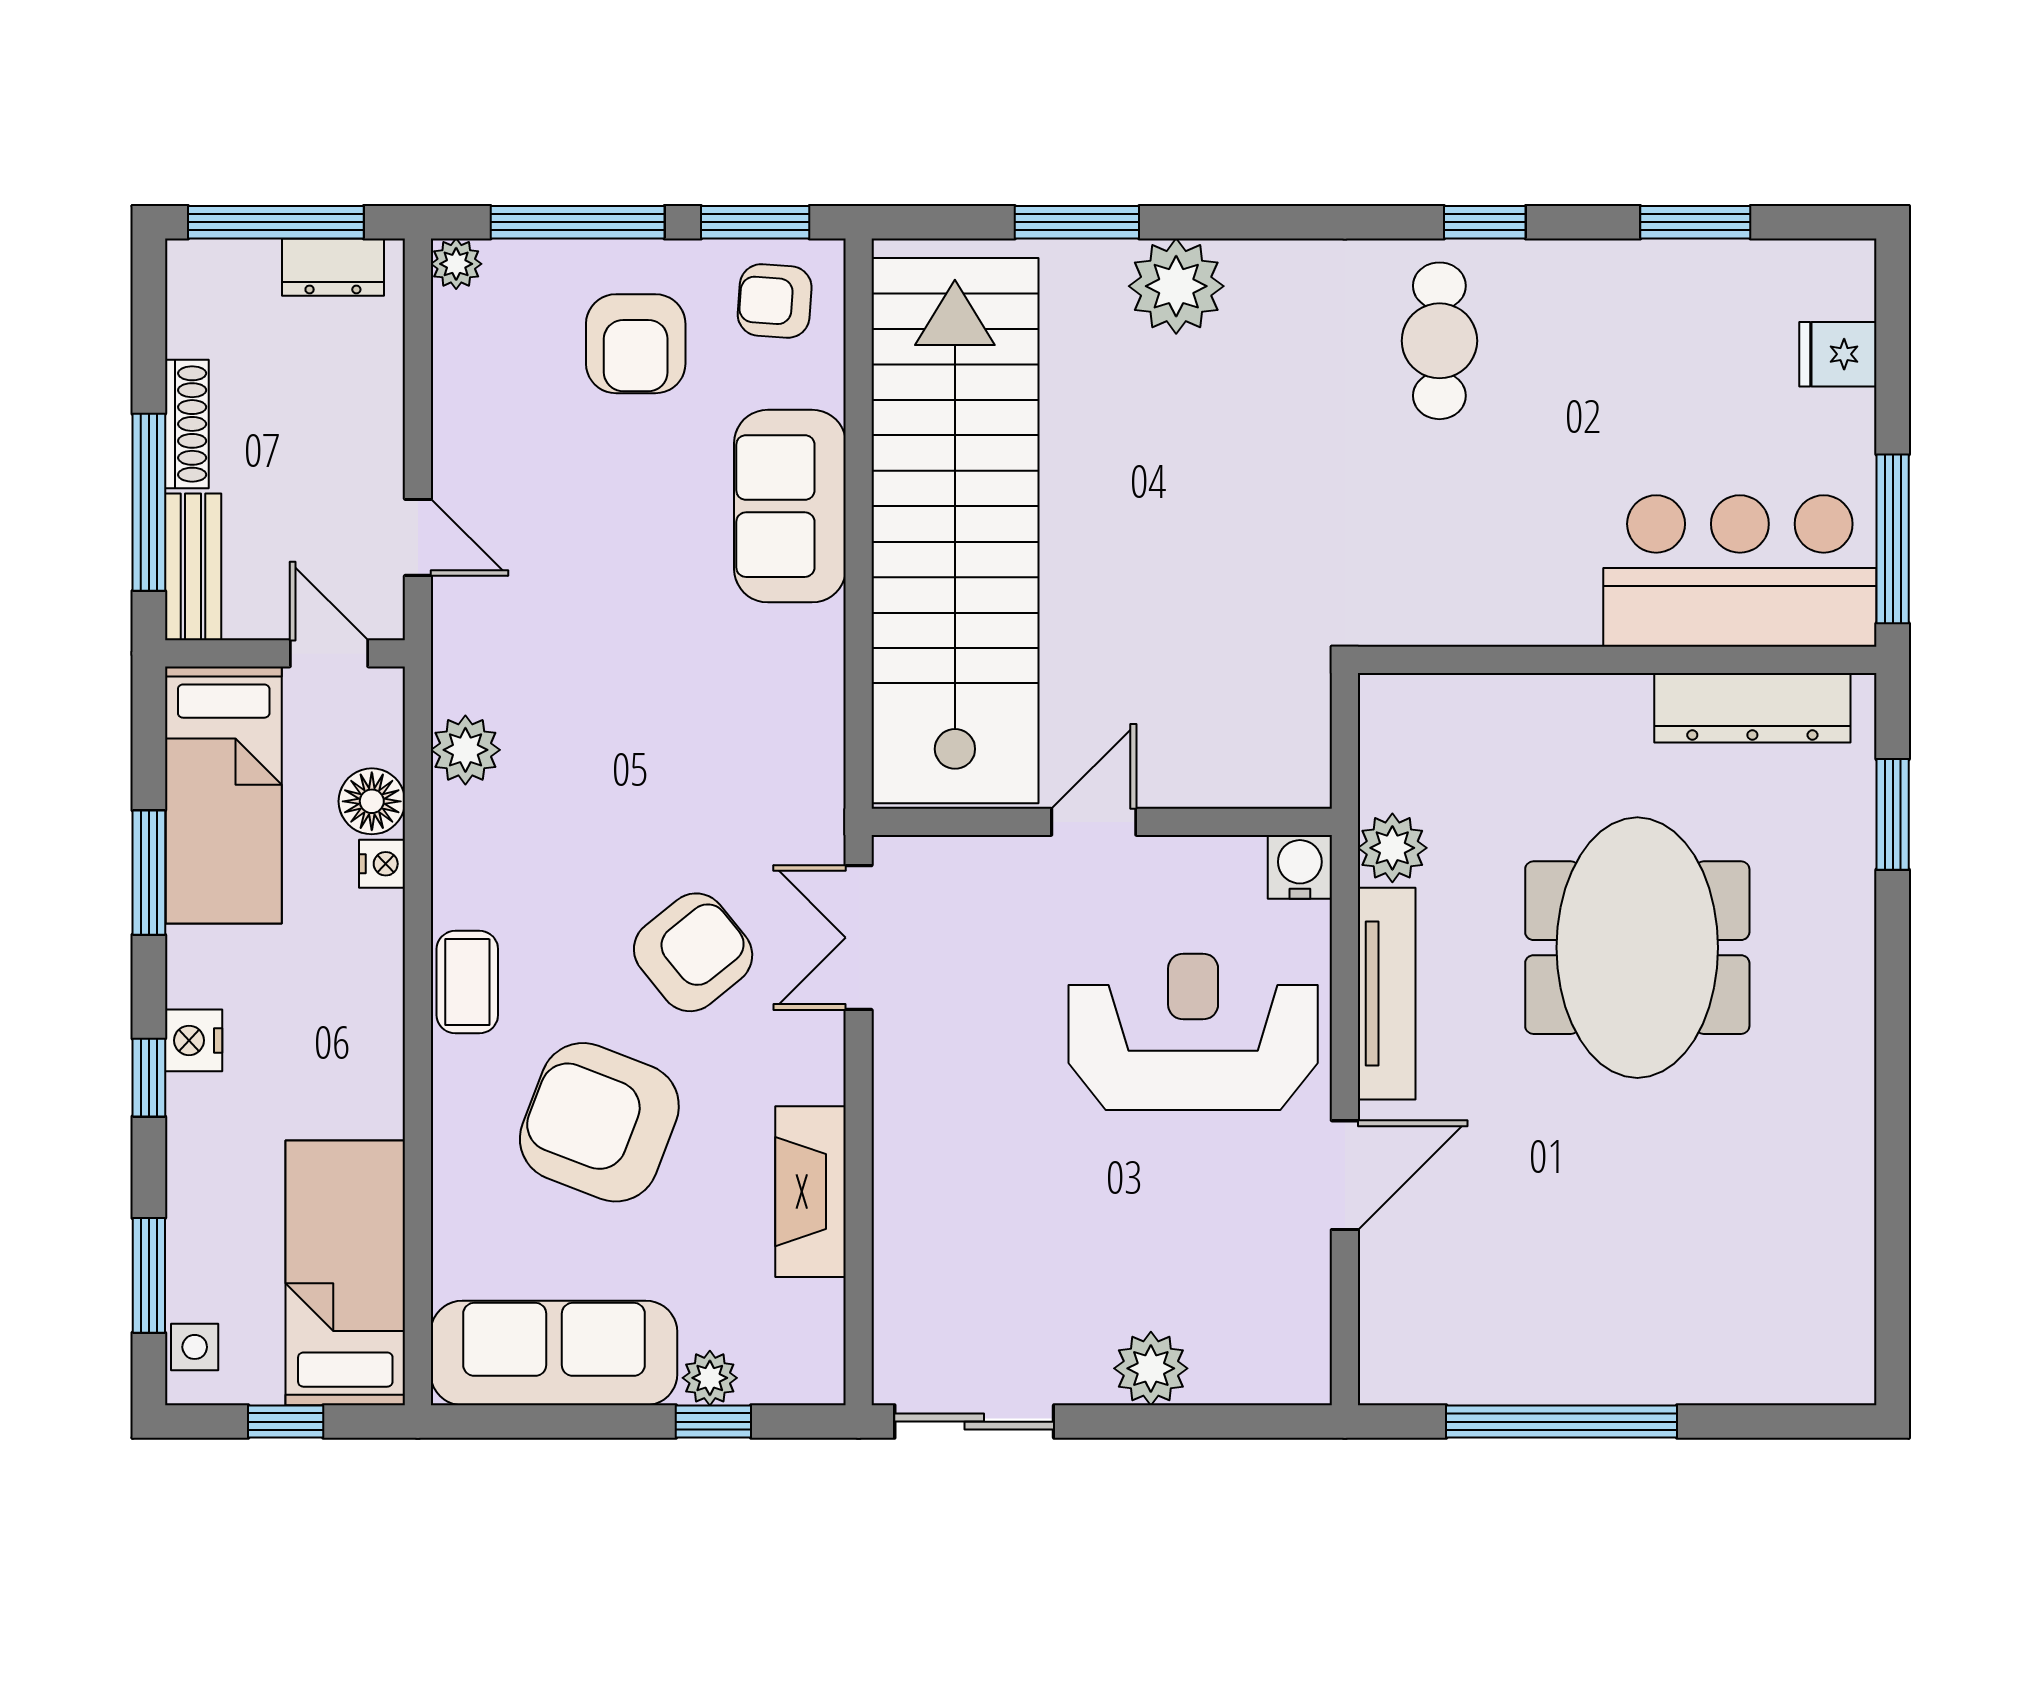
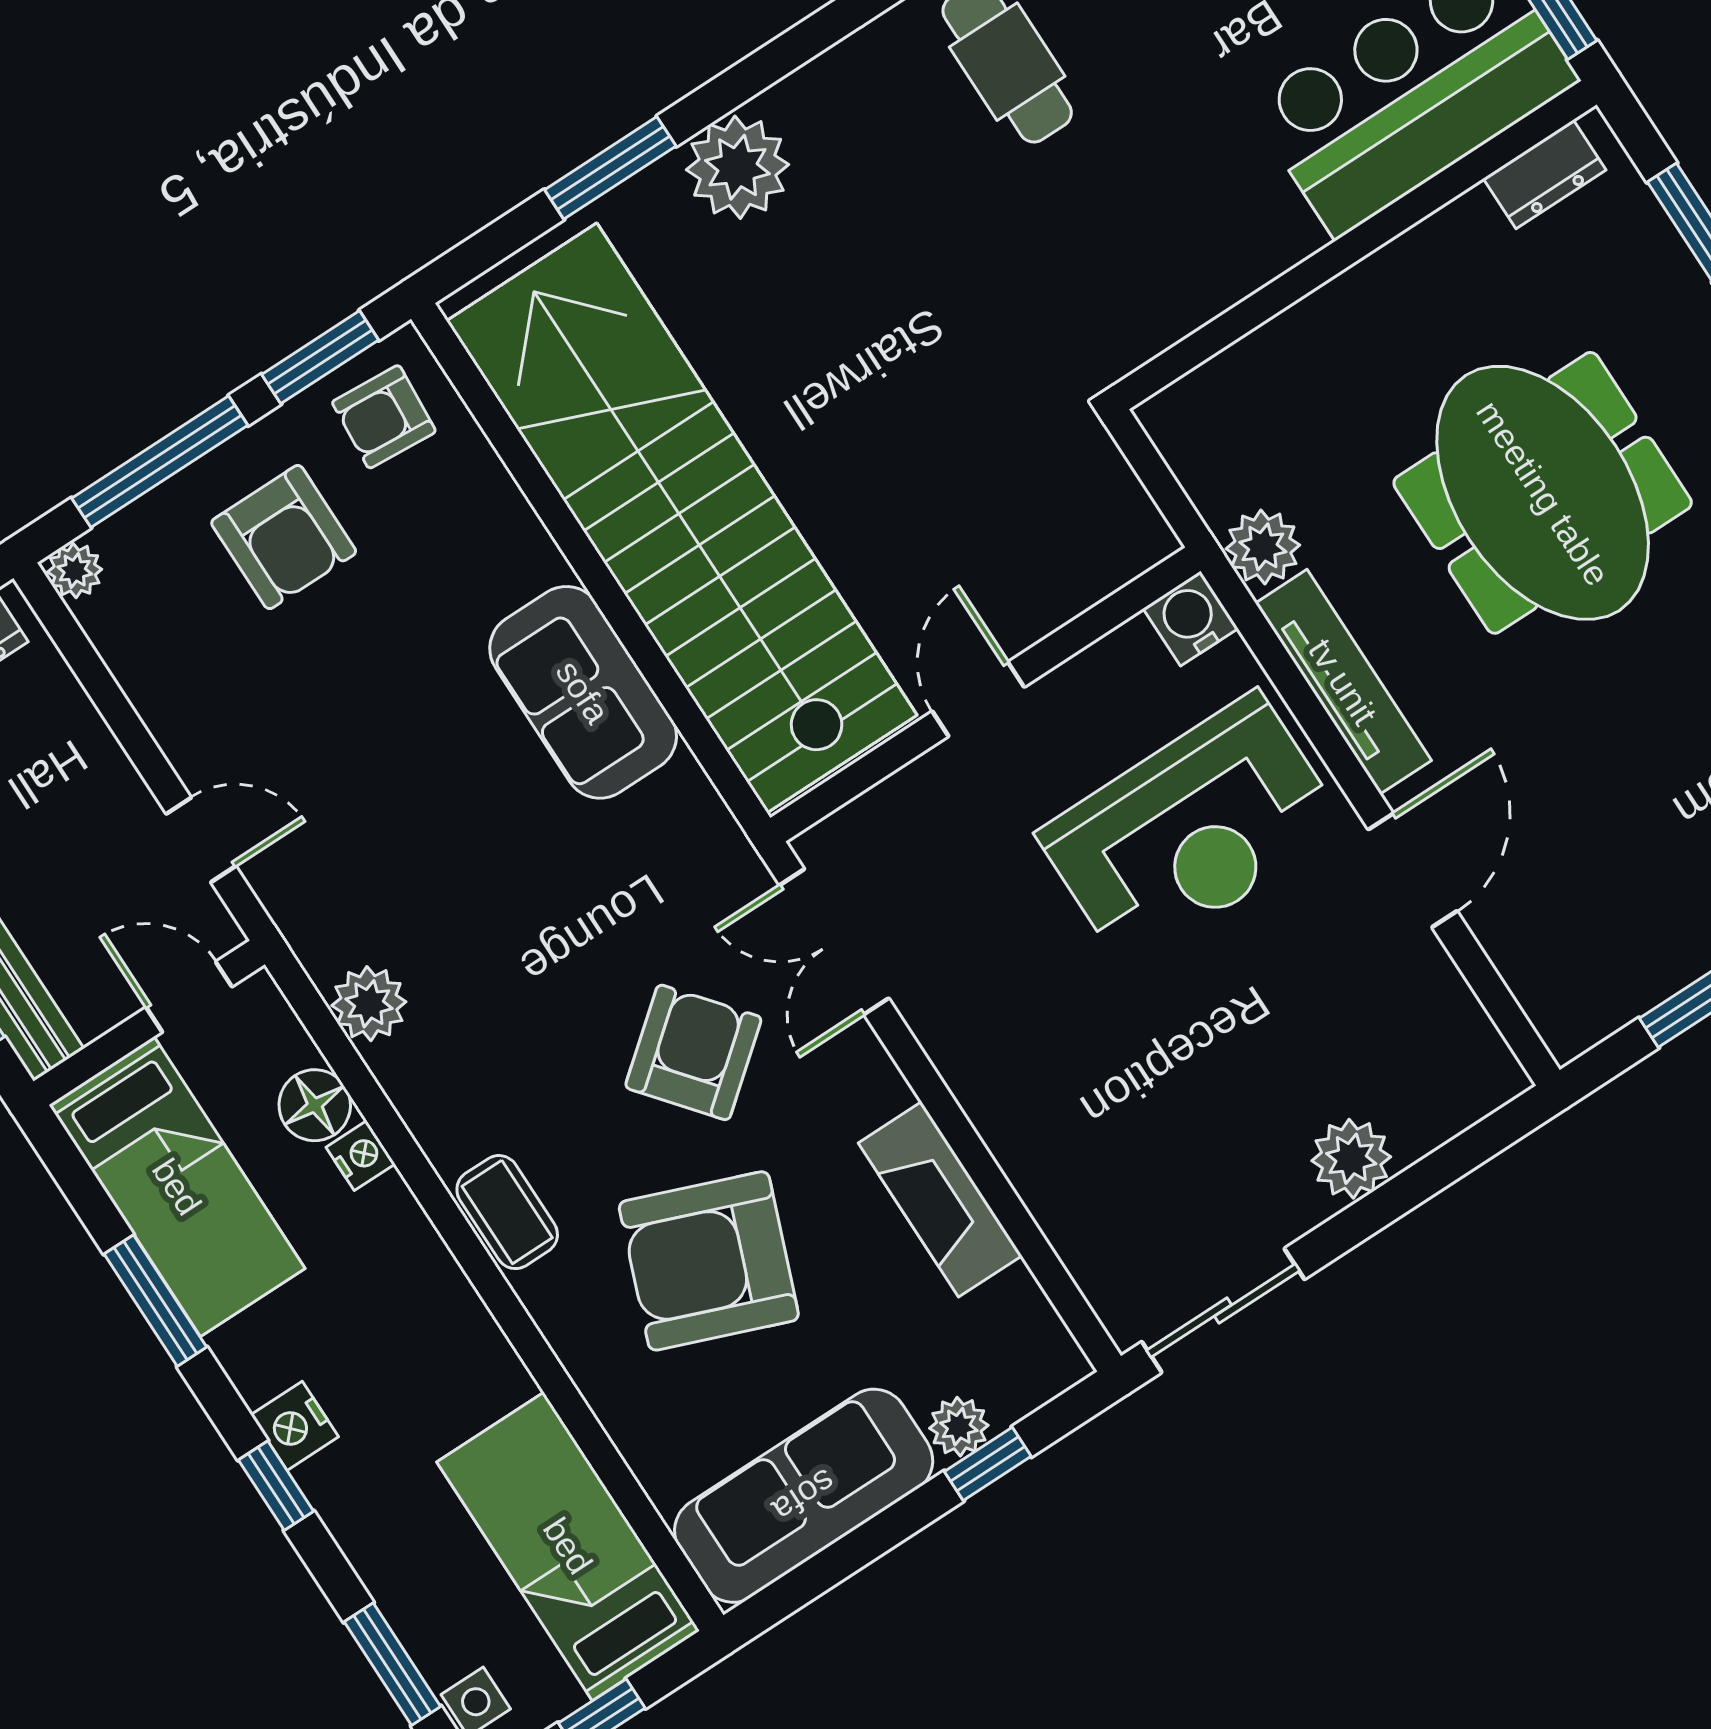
sofa: (790, 506) -> (583, 692), moved
dresser: (1752, 708) -> (1545, 174), width x0.51, depth x0.80
reception desk: (1193, 1032) -> (1191, 830), turned 180

